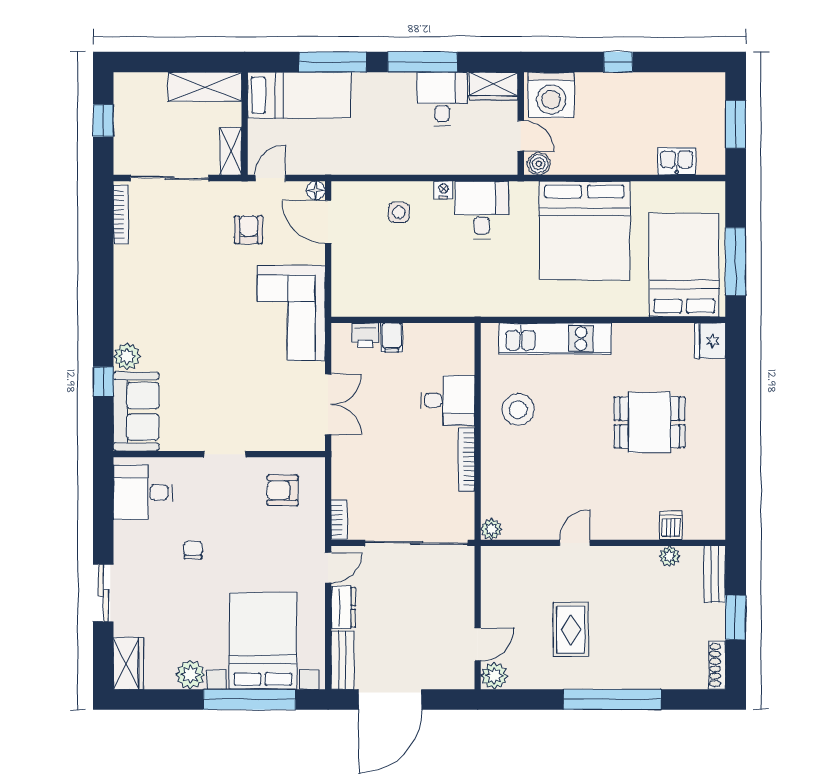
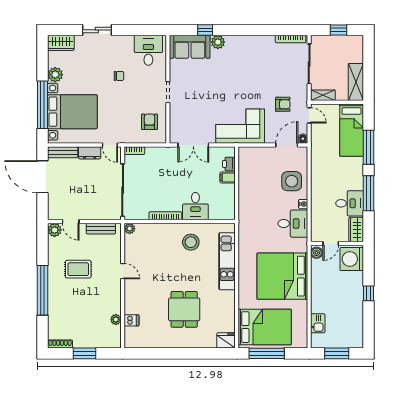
side table: (399, 212) -> (292, 181), width x1.87, depth x1.87
bench: (715, 574) -> (101, 229), moved

